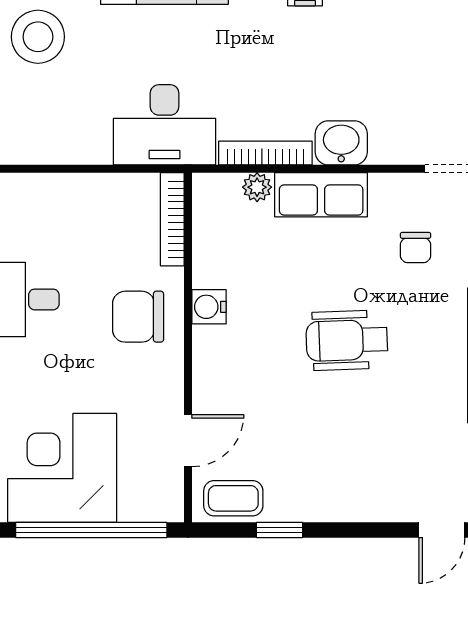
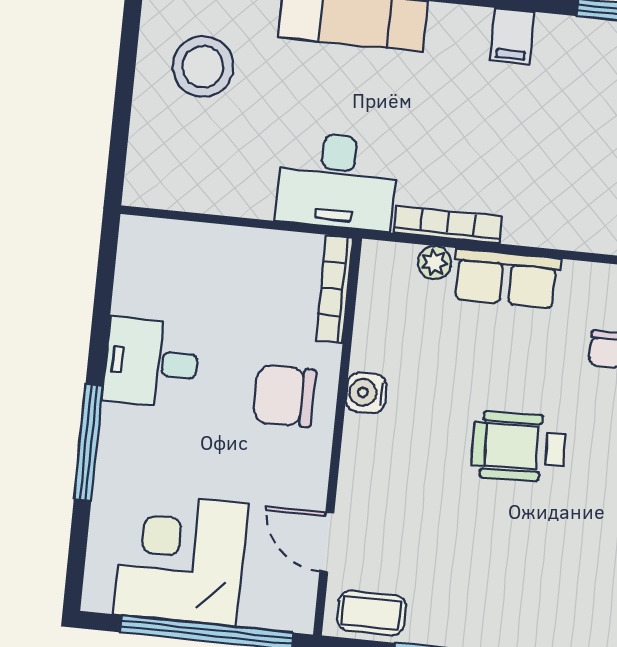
washbasin: (341, 143) -> (535, 222), removed
door: (188, 441) -> (327, 542), swing flipped

